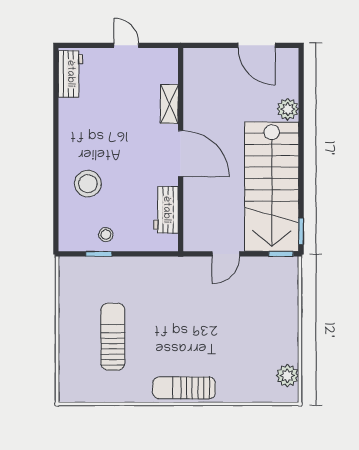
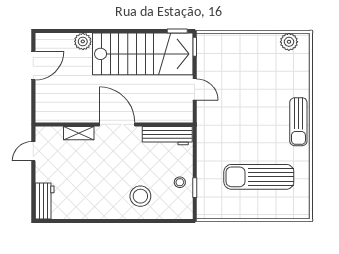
door: (126, 45) -> (33, 151), moved
workbench: (70, 74) -> (45, 201), moved, turned 90
door: (181, 154) -> (117, 124), hinge flipped
workbench: (166, 210) -> (167, 136), width x1.37
sun lounger: (113, 337) -> (259, 177), width x1.36, depth x1.34

